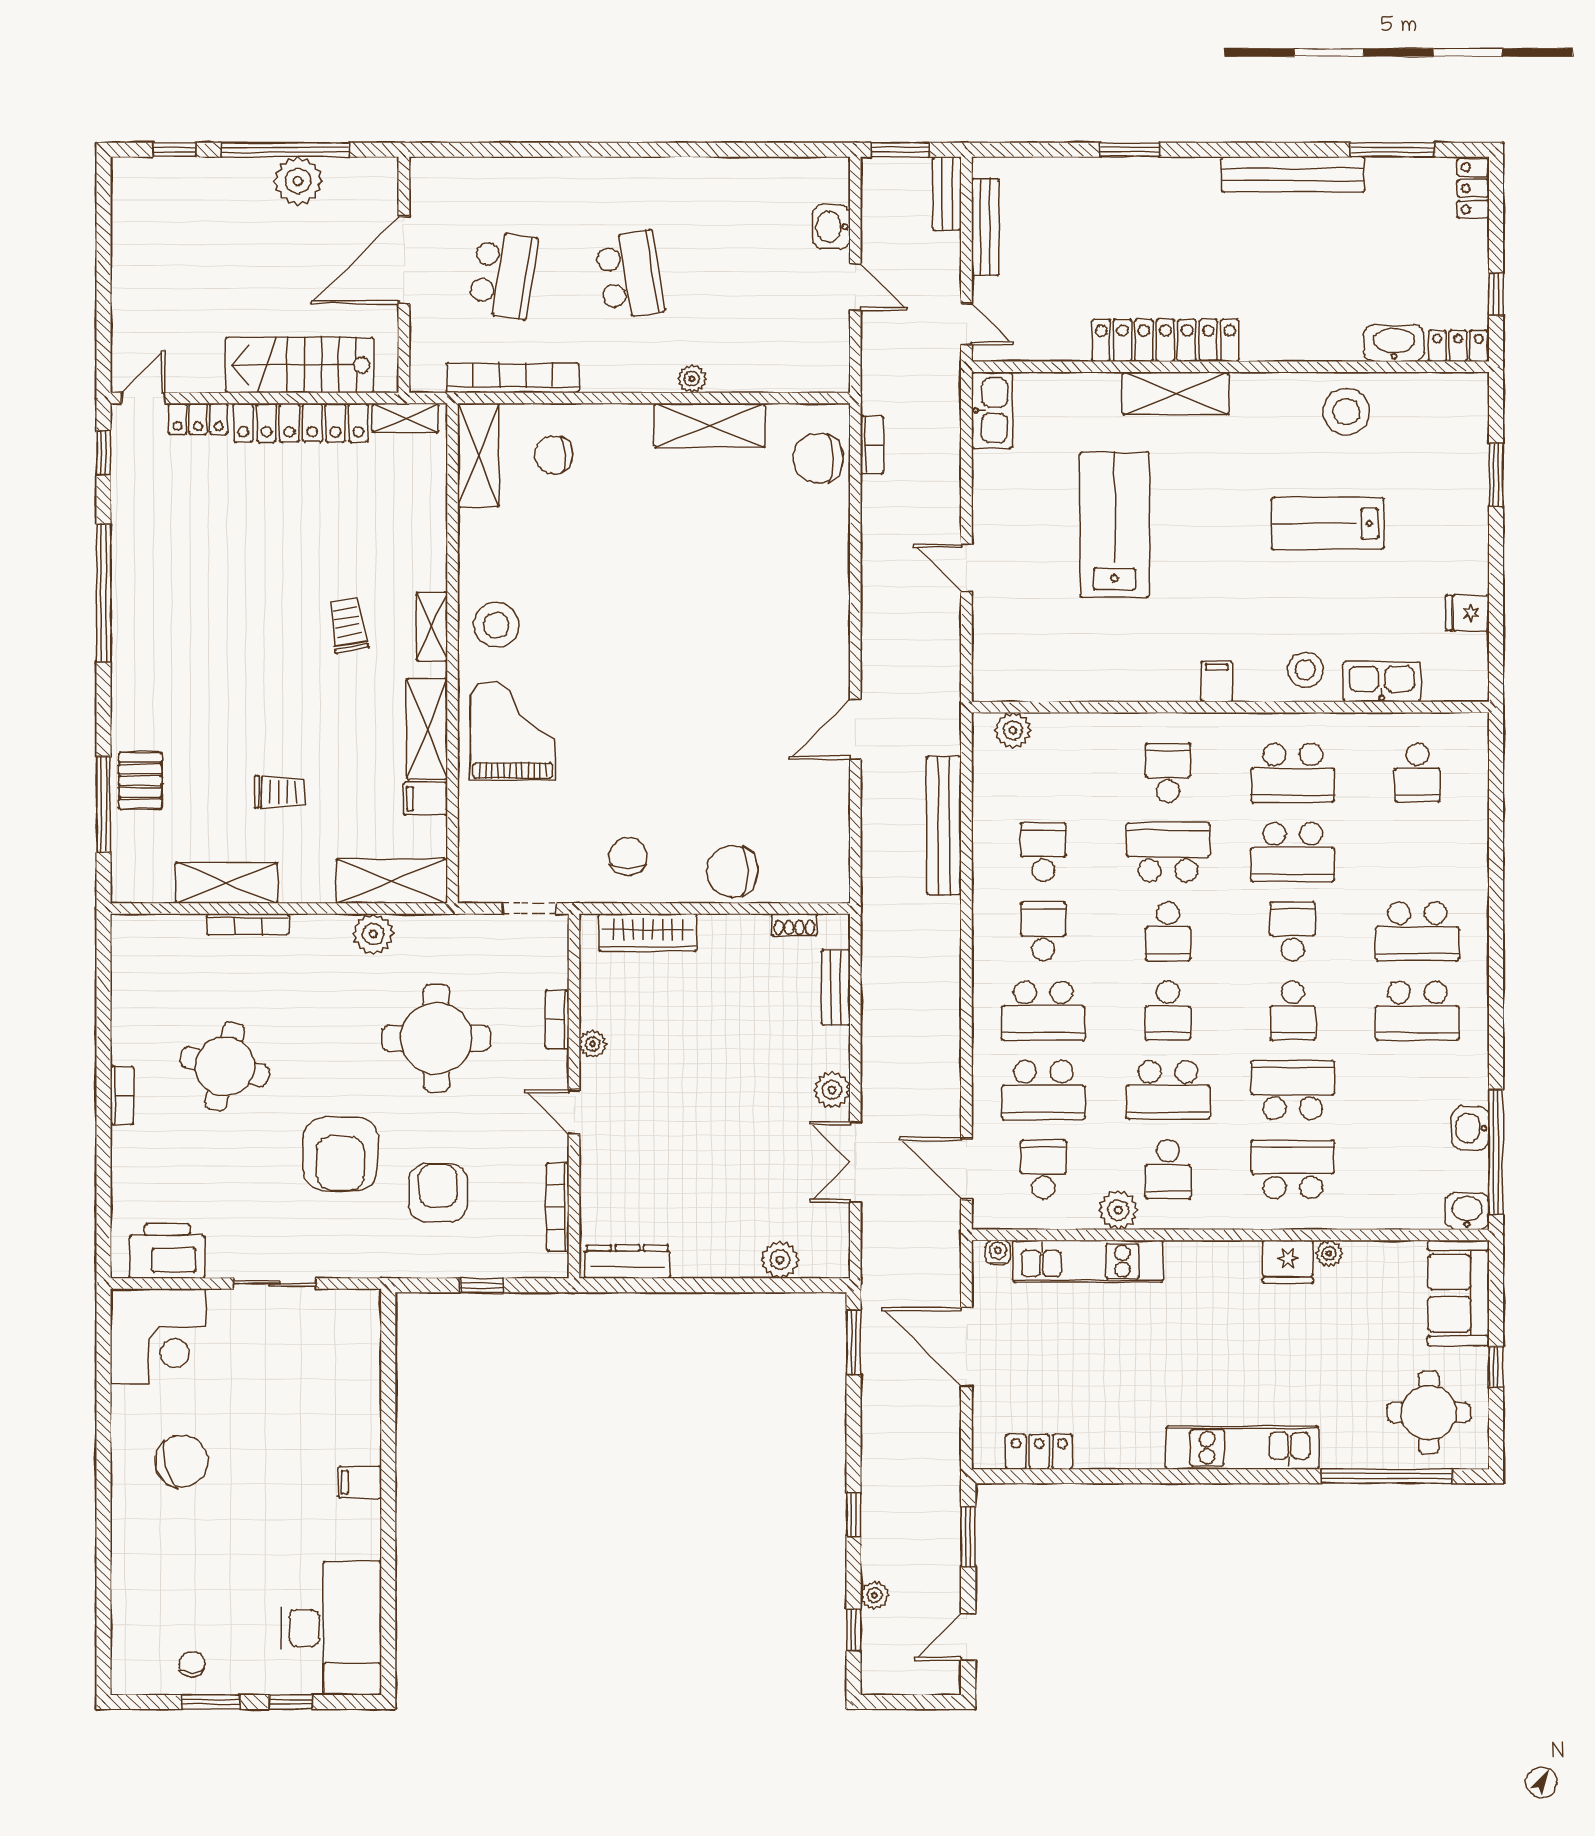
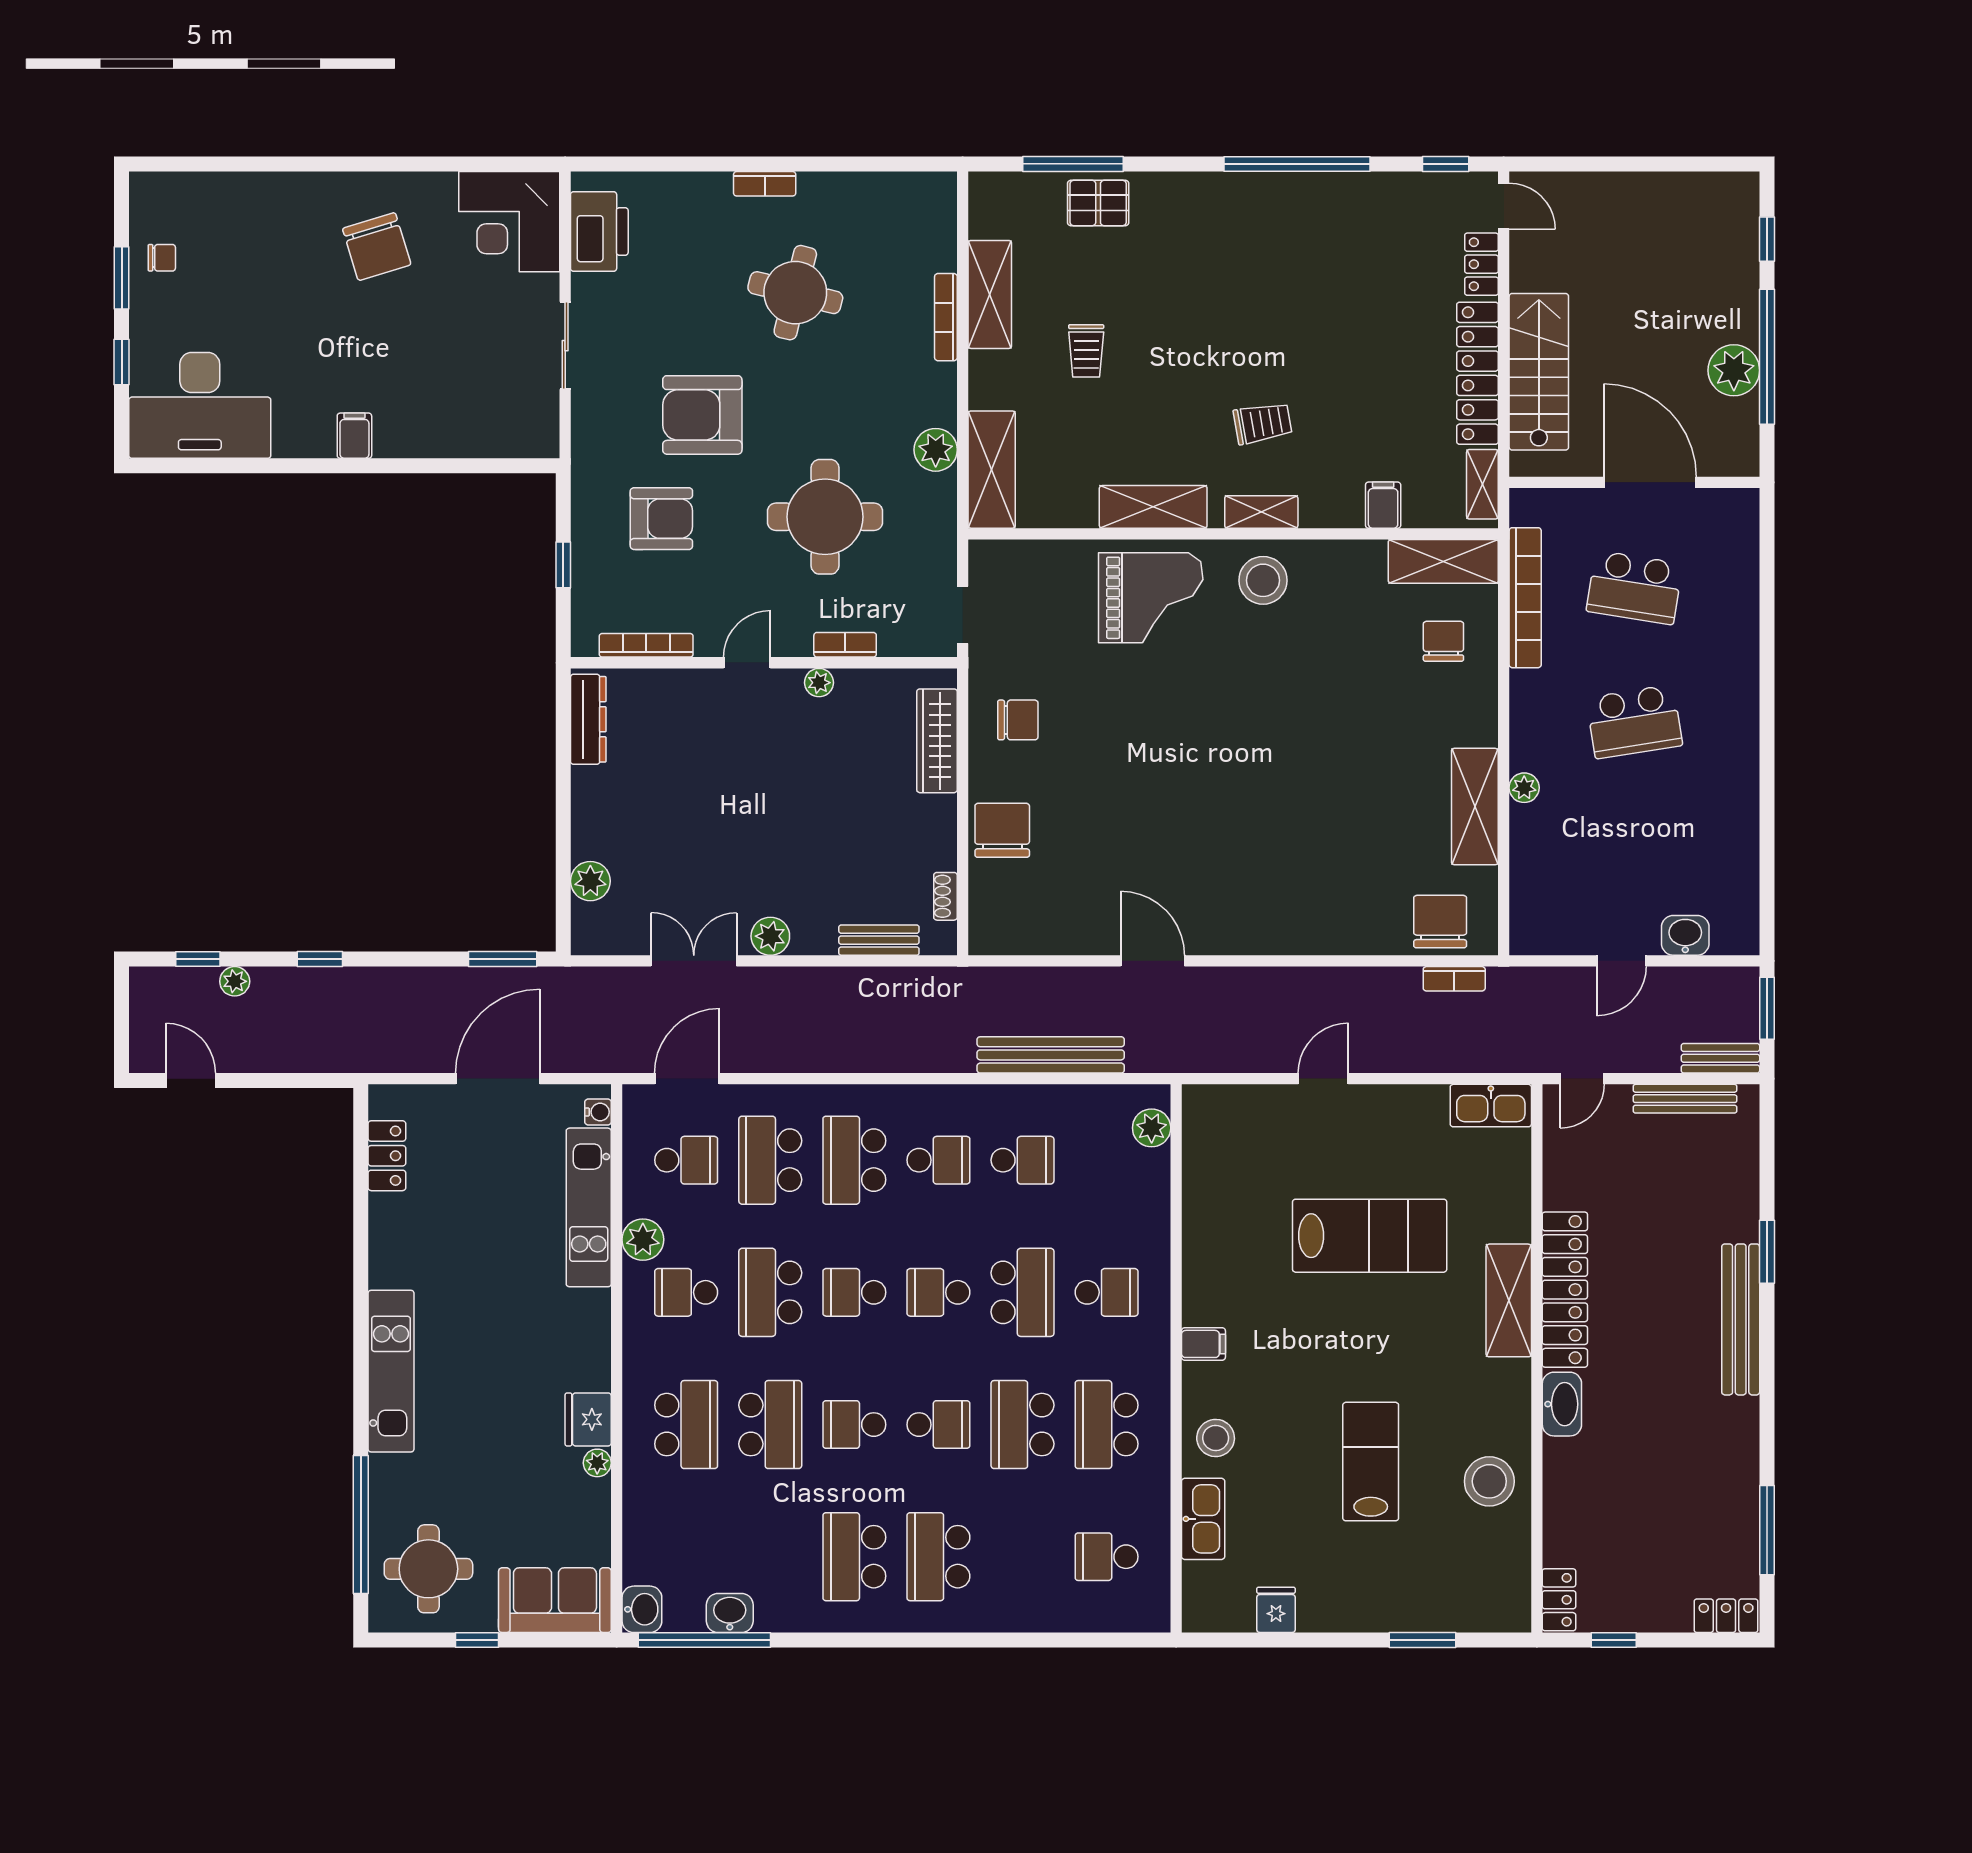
bench: (1293, 174) -> (1741, 1319), moved
washbasin: (1394, 343) -> (1562, 1404), moved
filing cabinet: (425, 799) -> (1383, 505), moved
window: (968, 1537) -> (297, 1081), removed

